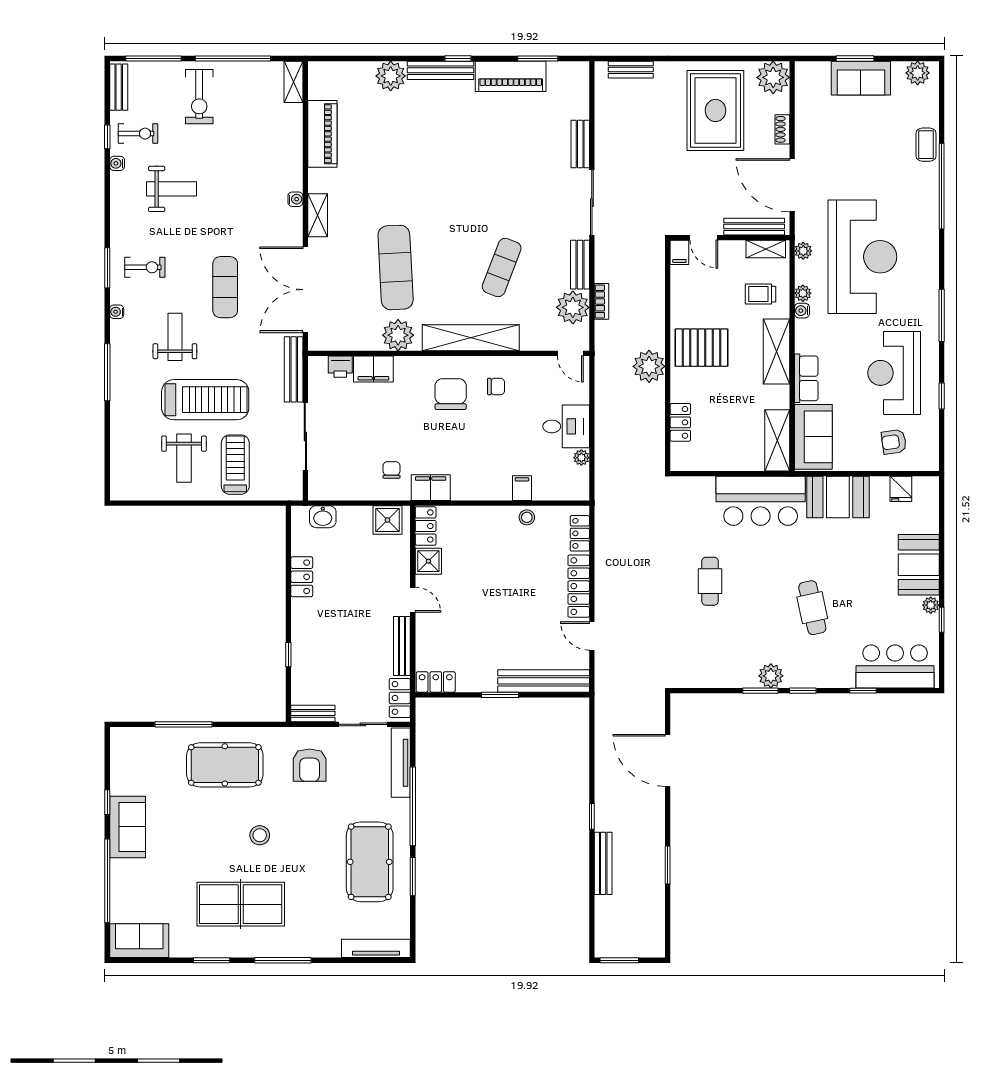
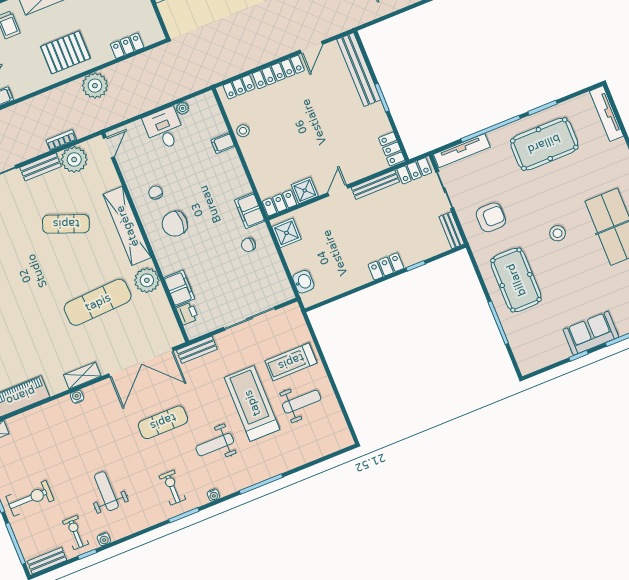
pallet: (702, 348) -> (65, 52), turned 90
bench: (294, 369) -> (197, 350), width x0.73
locker: (302, 577) -> (386, 266), moved

